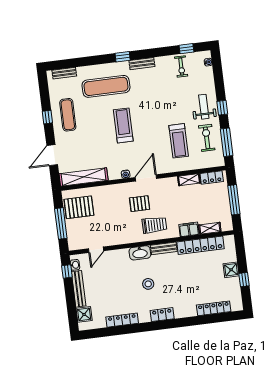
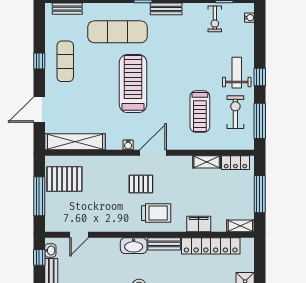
treadmill: (123, 125) -> (133, 83), width x1.37, depth x1.38
shelving: (210, 228) -> (240, 226), moved

